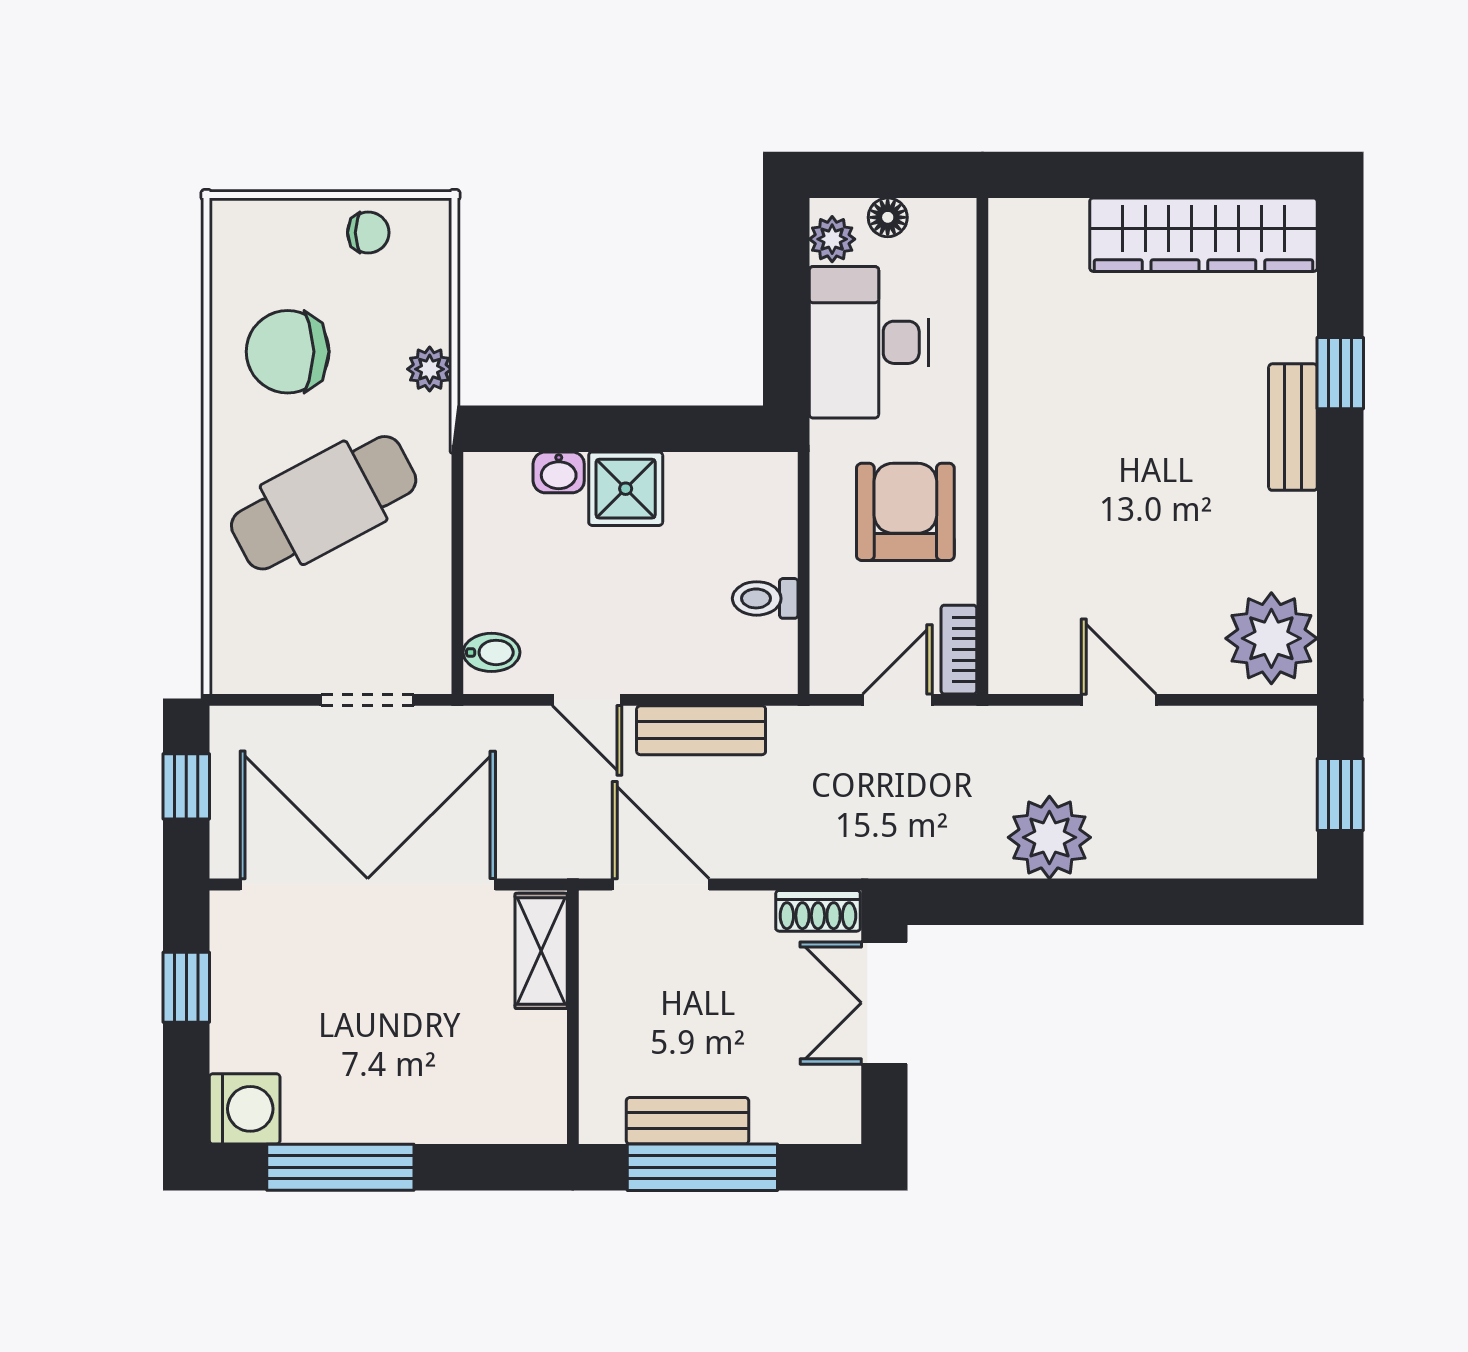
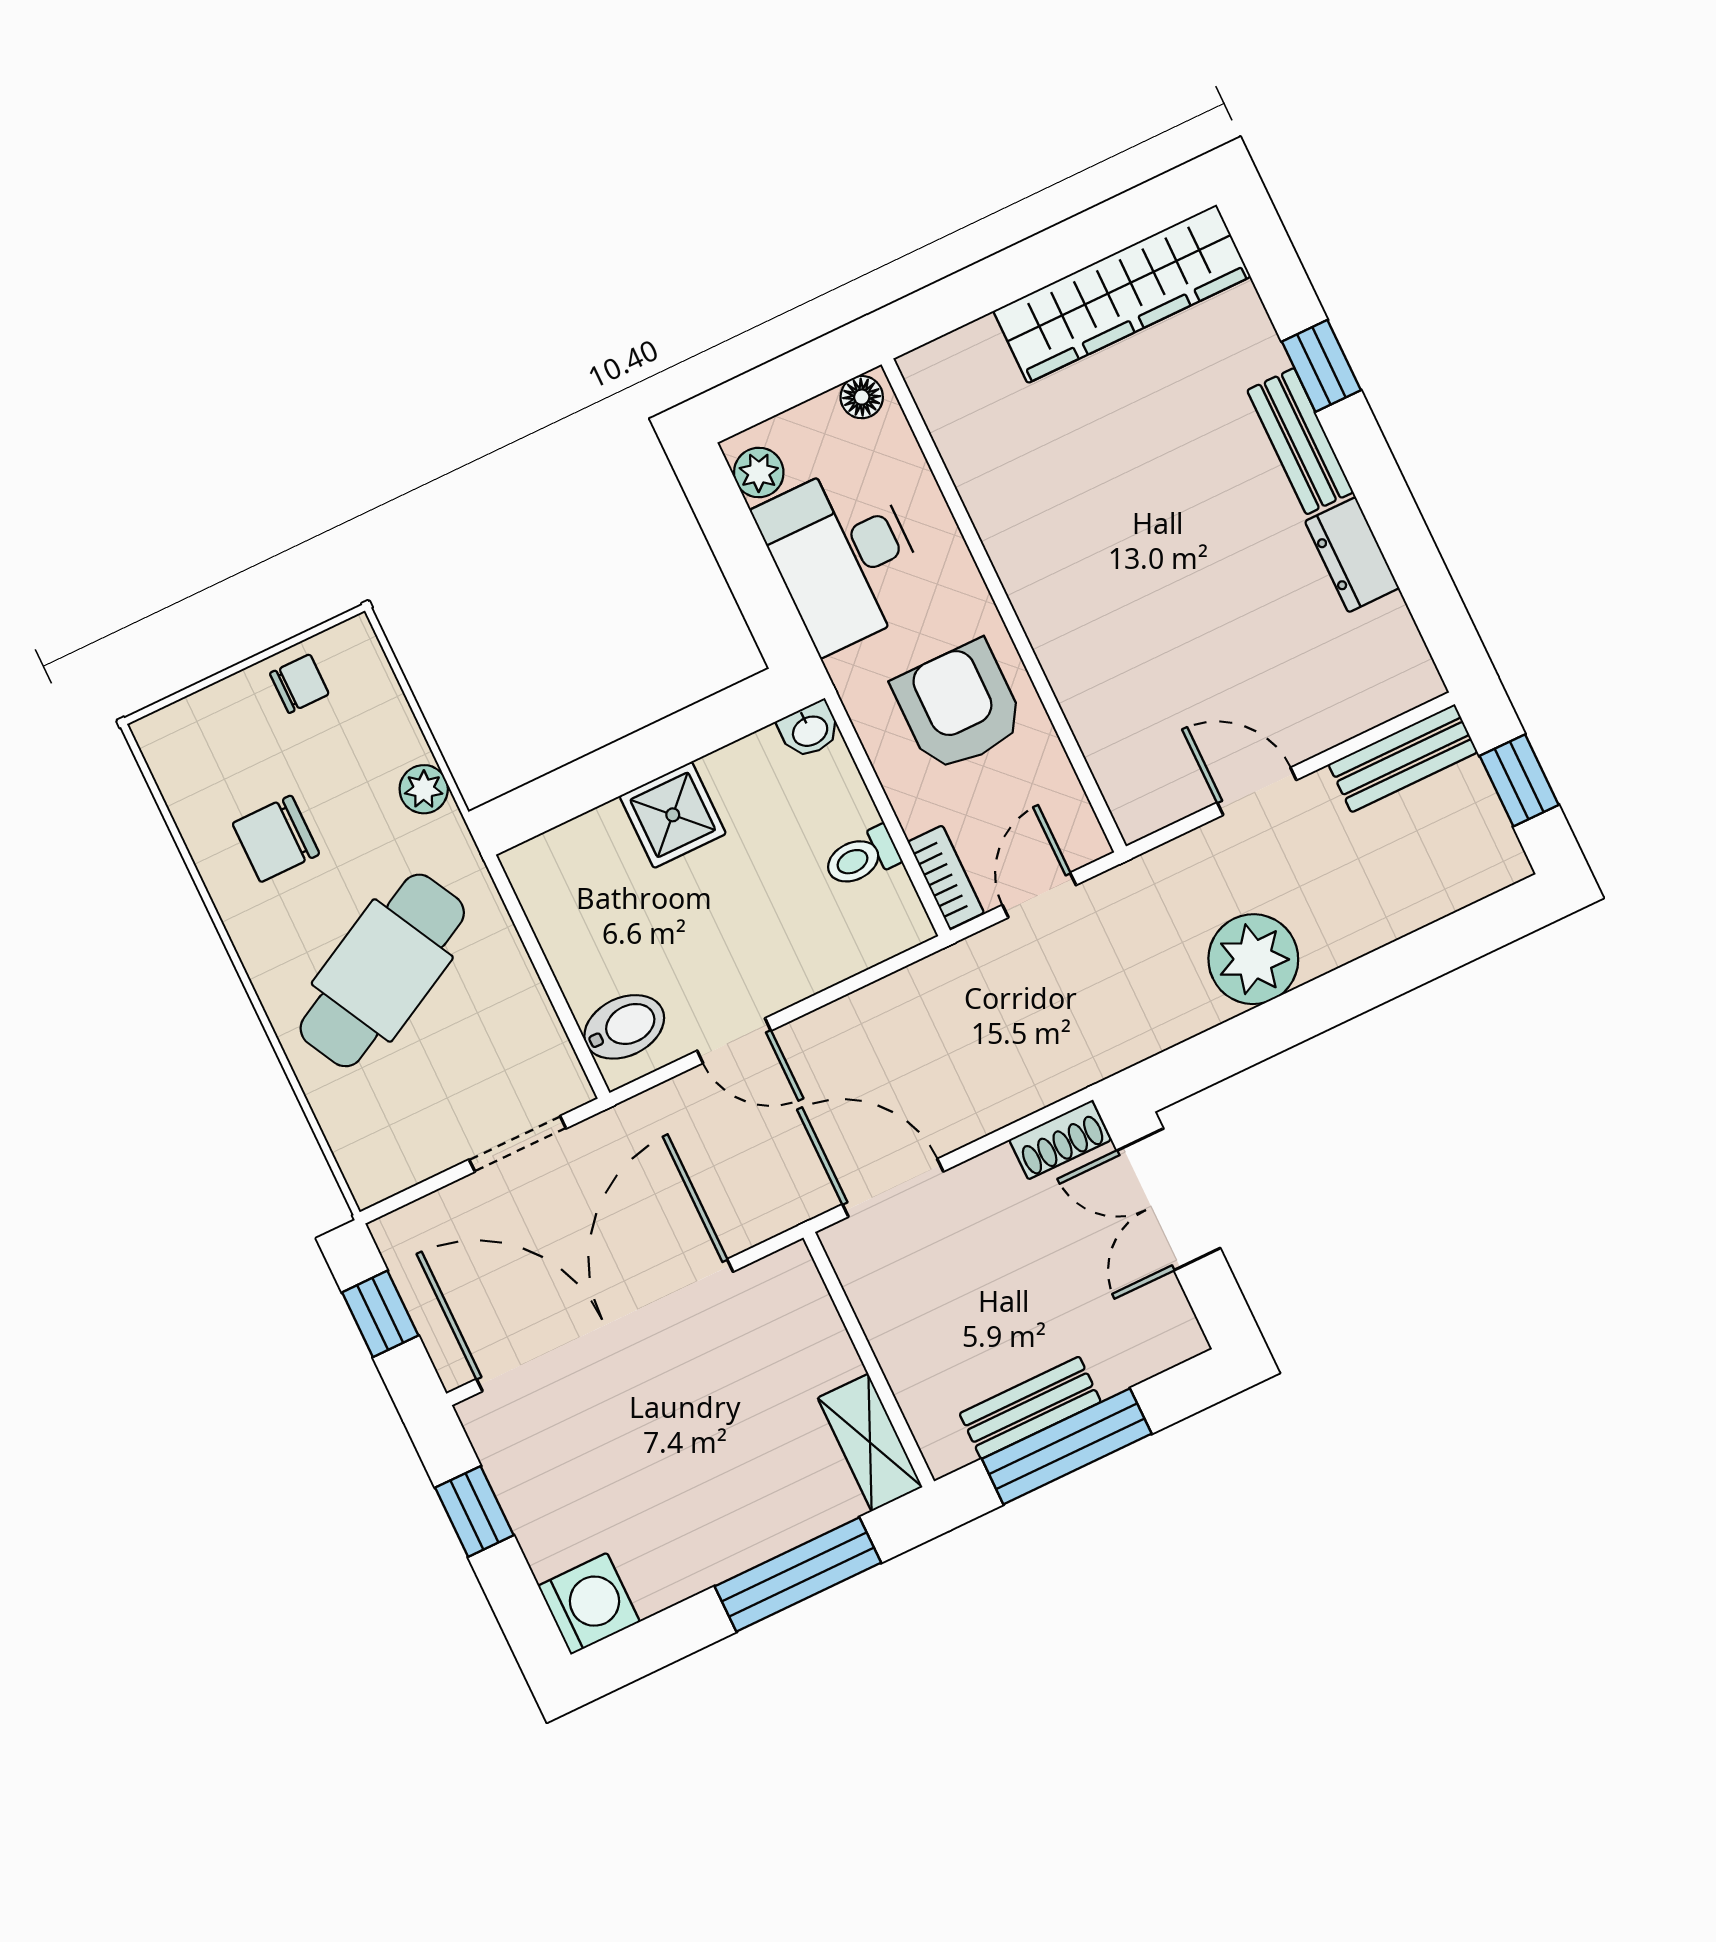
floor lamp: (888, 217) -> (862, 397), moved
chair: (288, 352) -> (276, 839), width x0.73, depth x0.73
washbasin: (559, 472) -> (809, 730), moved
dresser: (1291, 542) -> (1352, 555), added
plant: (1271, 638) -> (1378, 659), removed
bookcase: (959, 650) -> (946, 877), moved, turned 180
bidet: (492, 652) -> (624, 1027), width x1.38, depth x1.36
bench: (701, 730) -> (1403, 758), moved
shelving: (541, 951) -> (870, 1442), moved
window: (340, 1167) -> (798, 1575), moved

